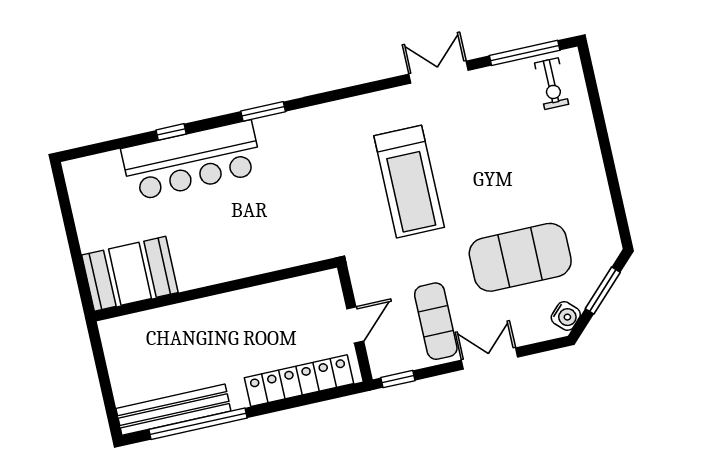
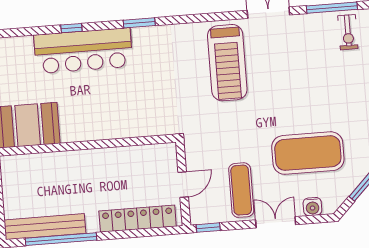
treadmill: (409, 182) -> (227, 63), moved
water cooler: (566, 316) -> (312, 207), moved, turned 45

